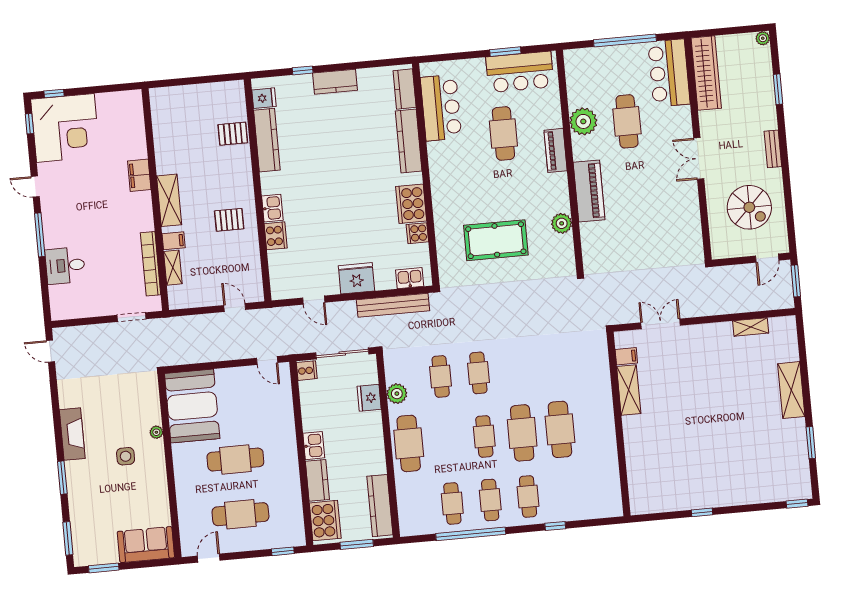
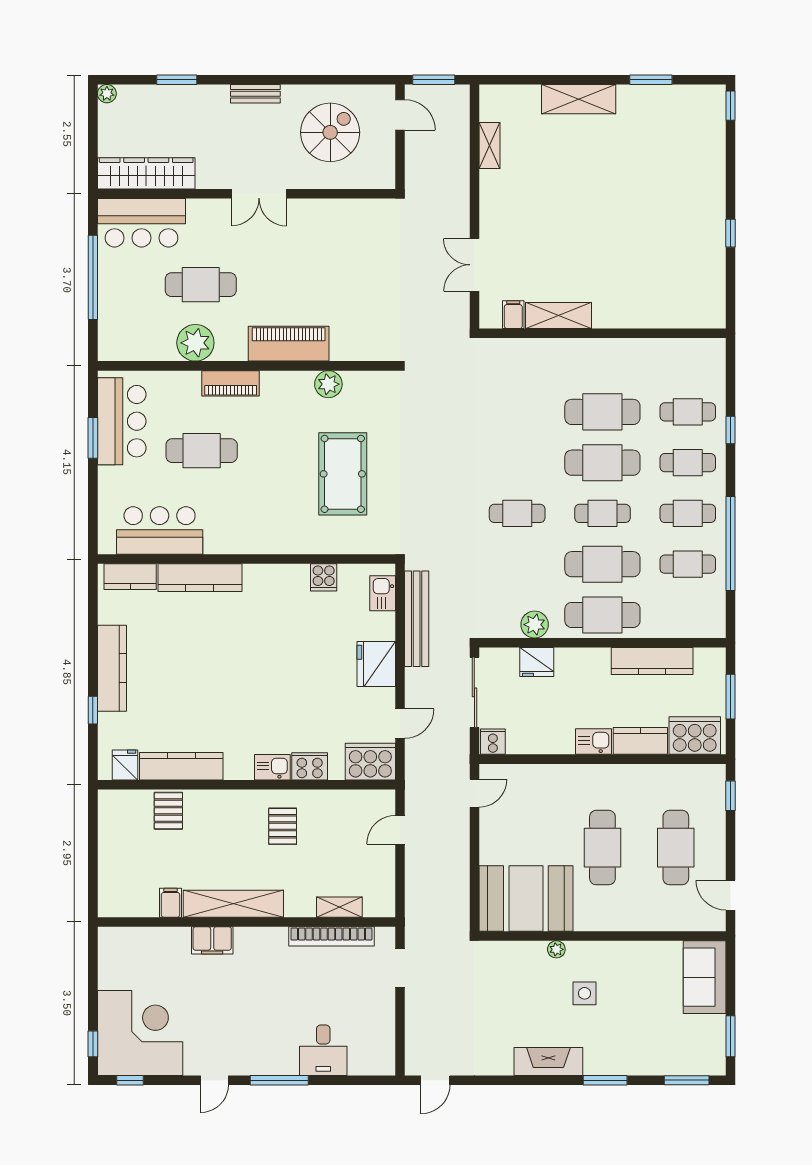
kitchen counter: (335, 82) -> (112, 668), width x1.50
shelving: (169, 200) -> (233, 904), width x1.47
cooker: (411, 204) -> (370, 762), moved, turned 180
filing cabinet: (174, 241) -> (171, 903), moved
cafe table: (441, 376) -> (602, 564), moved, width x1.37, depth x1.35
cafe table: (566, 493) -> (688, 412), added
kitchen counter: (380, 506) -> (652, 661), moved

